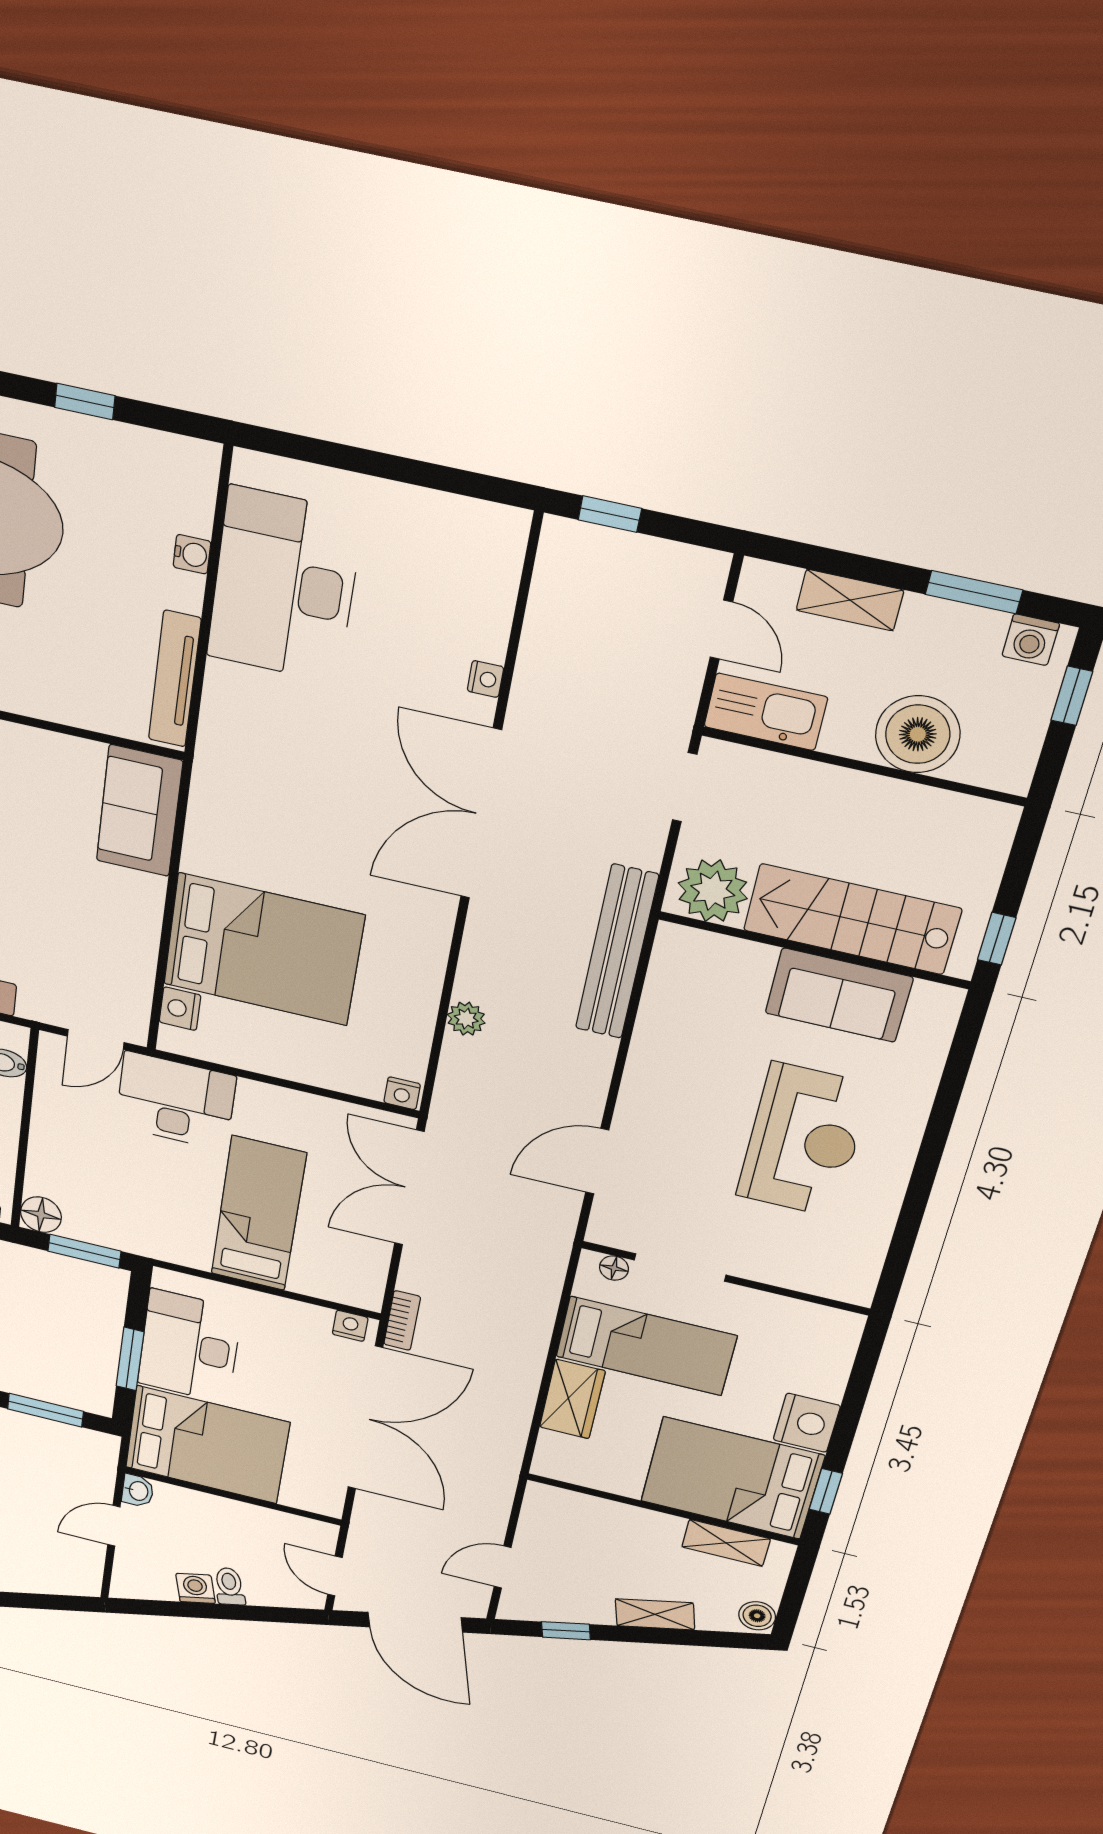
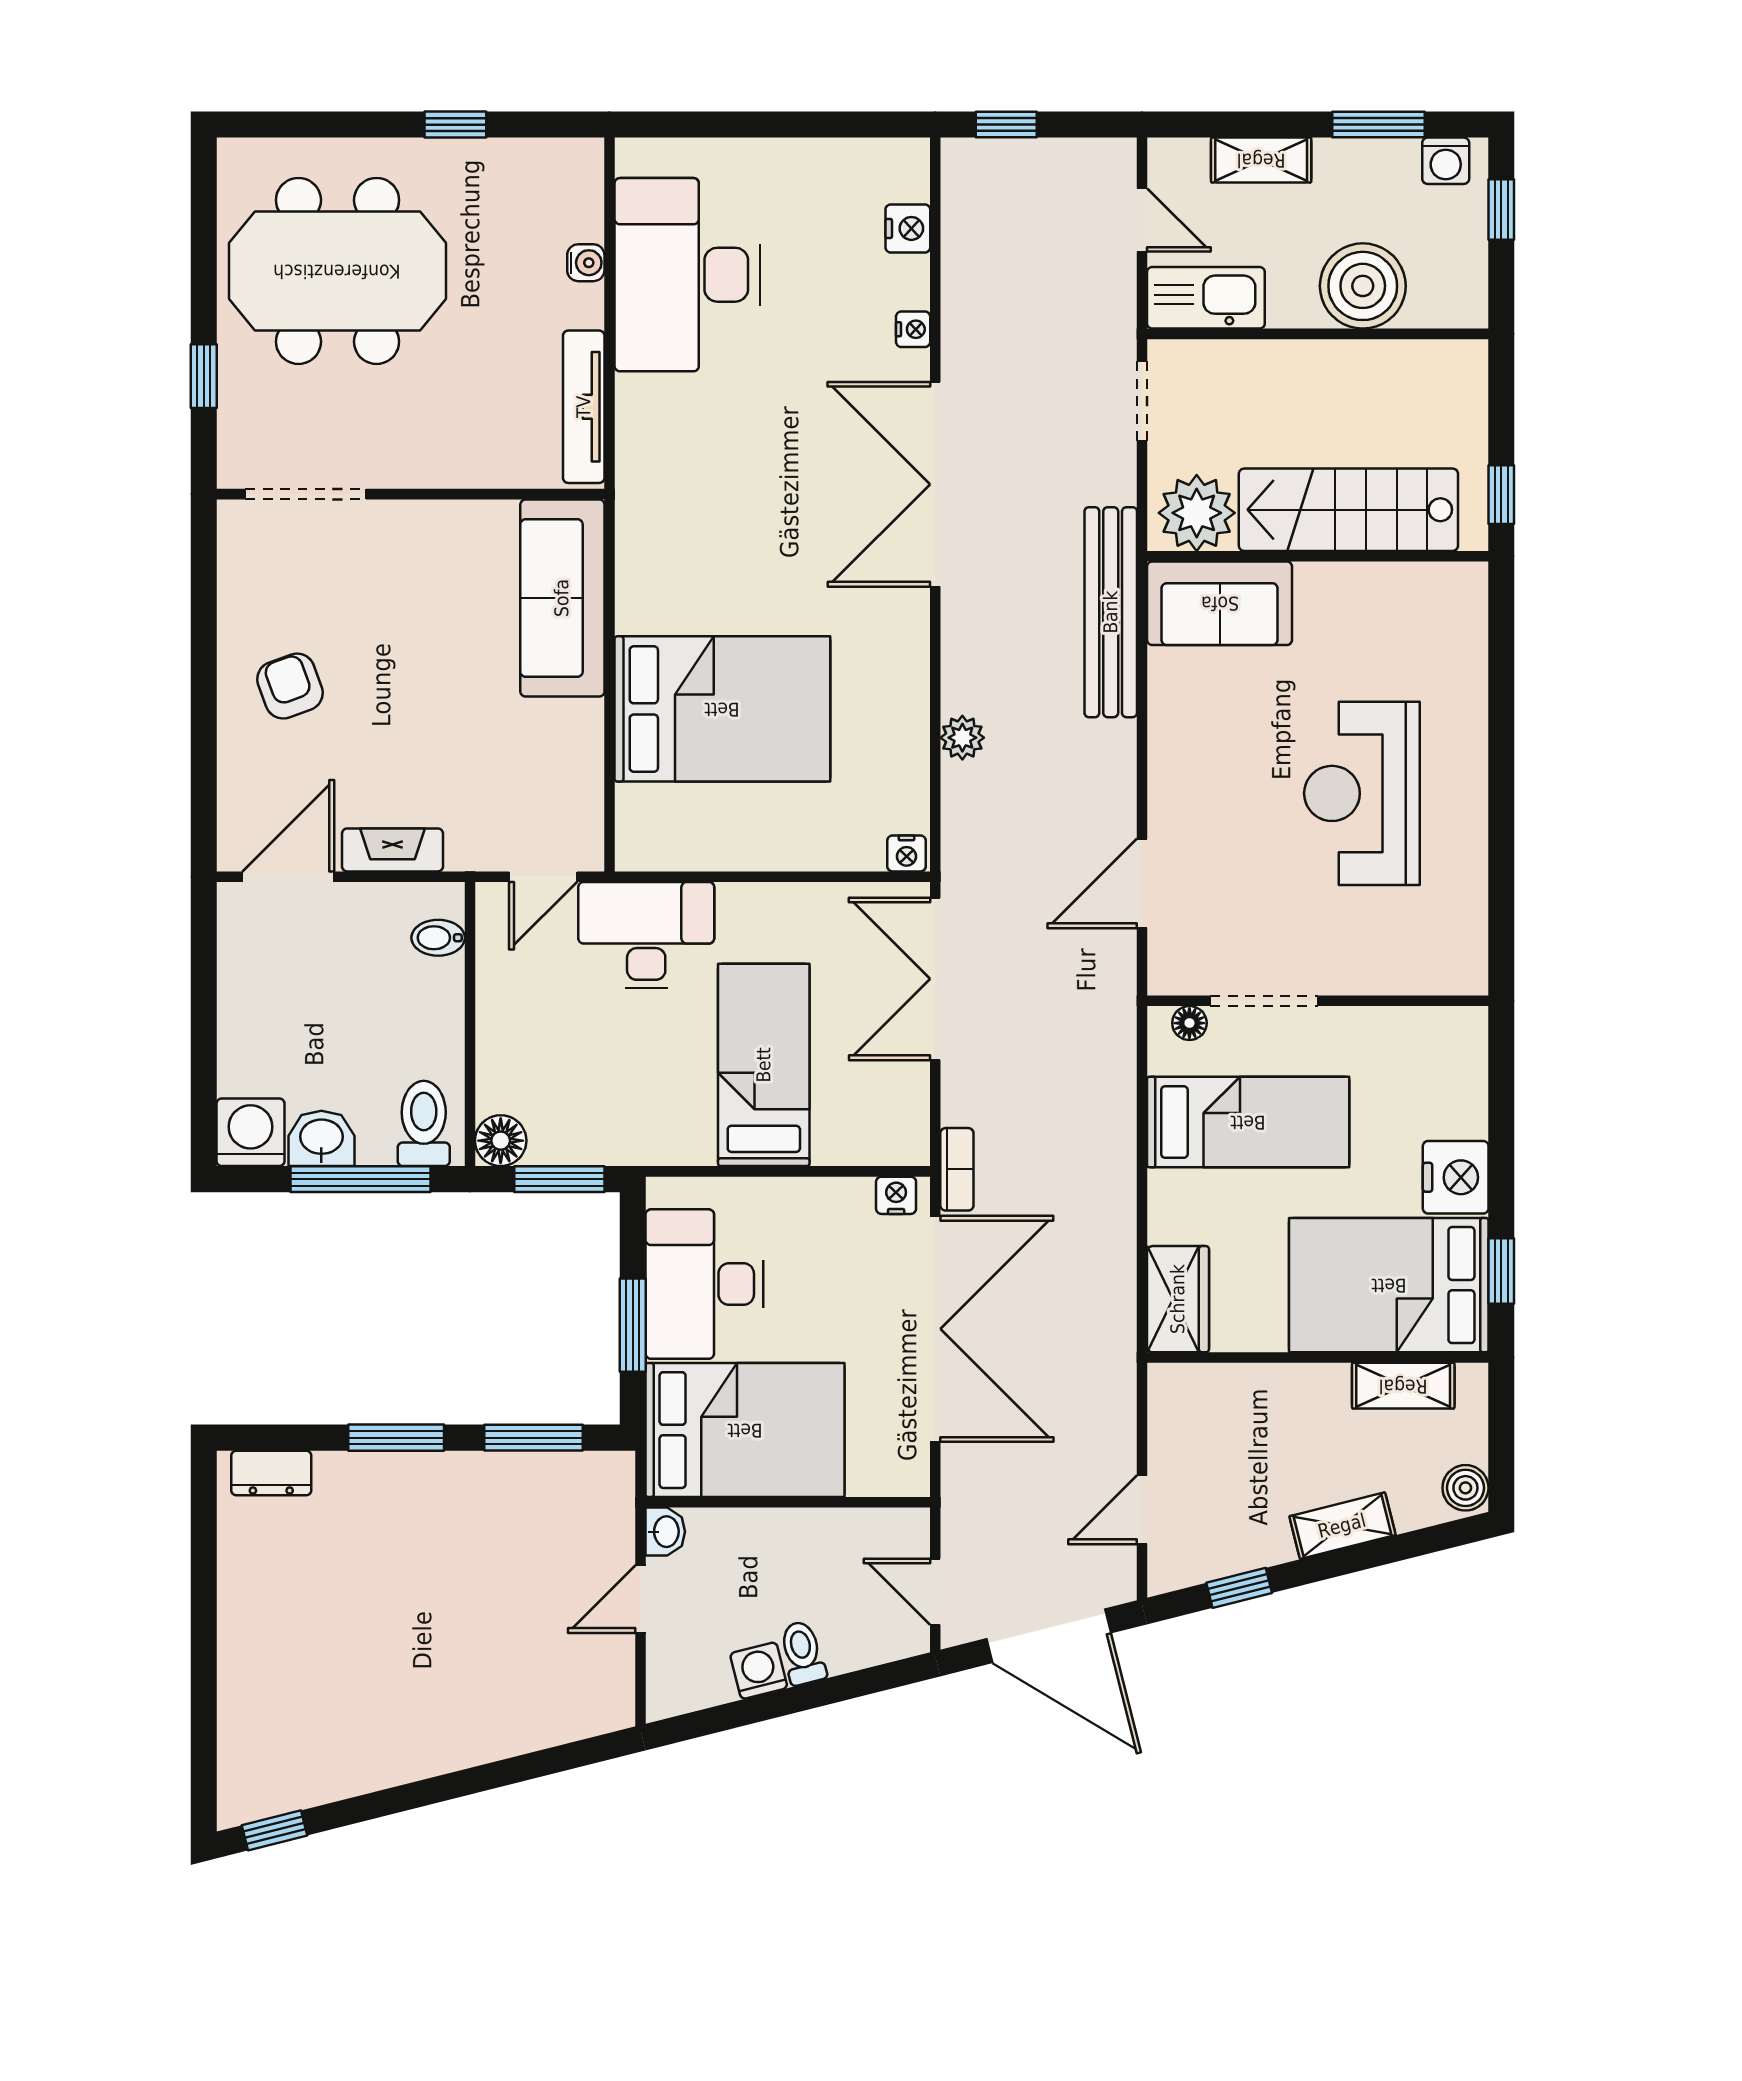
sofa: (139, 811) -> (562, 598), width x1.36
sofa: (839, 995) -> (1220, 603), moved
nightstand: (180, 1009) -> (908, 228), moved, turned 180
reception desk: (804, 1140) -> (1362, 793), turned 180
wardrobe: (572, 1399) -> (1178, 1299), moved

